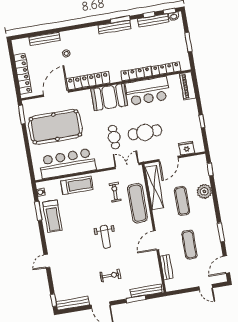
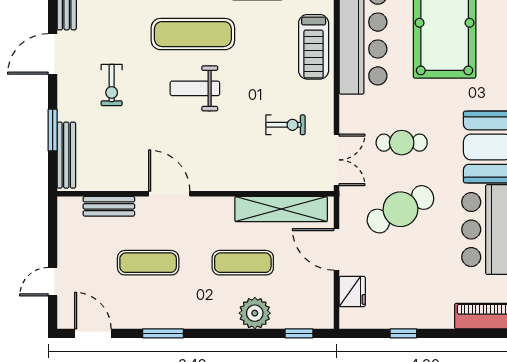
cafe table: (145, 132) -> (400, 209), turned 62
exercise mat: (137, 203) -> (193, 34), moved

